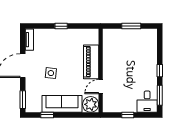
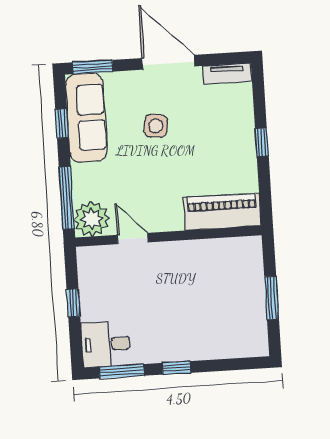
piano: (91, 62) -> (222, 212), moved
sofa: (62, 104) -> (86, 118), moved
window: (81, 115) -> (67, 198), added

